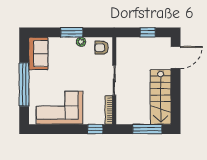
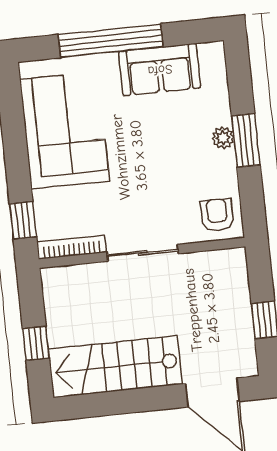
plant: (81, 42) -> (223, 138), moved
sofa: (38, 53) -> (160, 70), moved
window: (147, 129) -> (36, 343), width x0.46

